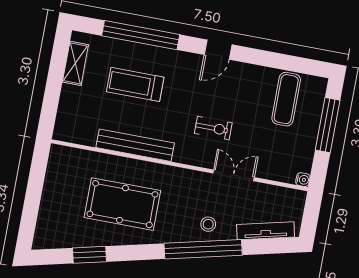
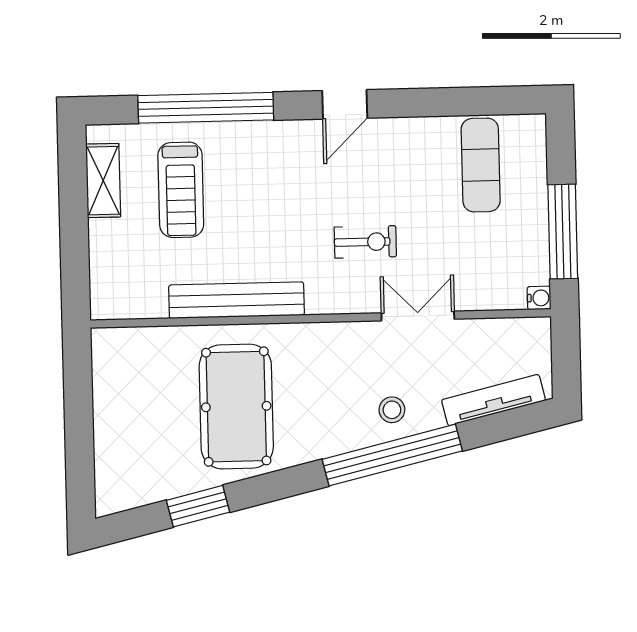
treadmill: (135, 84) -> (181, 190), moved, turned -90
window: (328, 125) -> (563, 232), moved
pool table: (122, 204) -> (236, 407), turned 90

